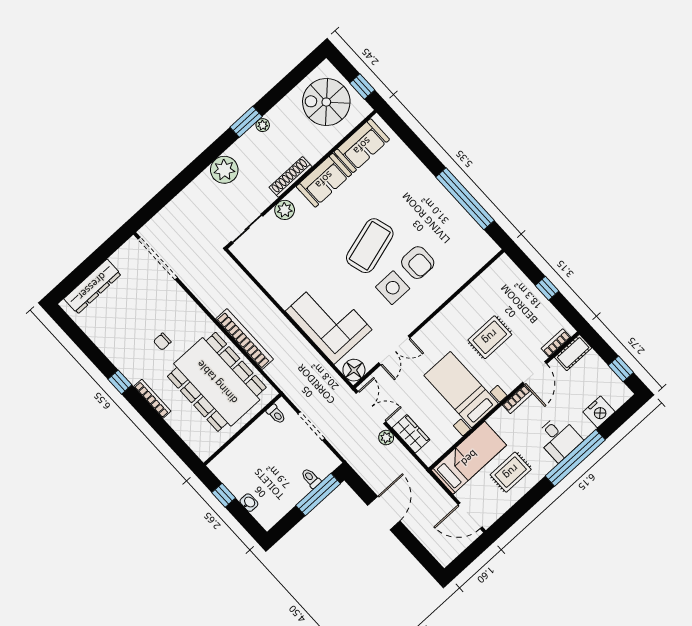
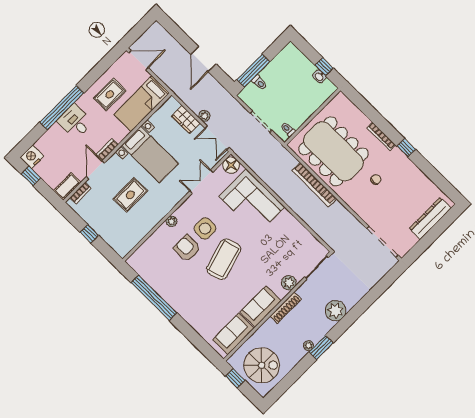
plant: (437, 299) -> (171, 221), added
nightstand: (599, 412) -> (32, 157), moved
washbasin: (249, 503) -> (319, 76), moved

